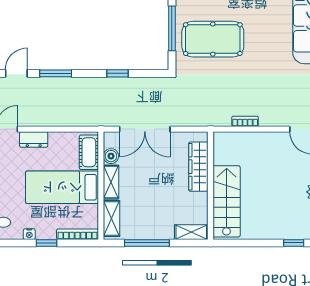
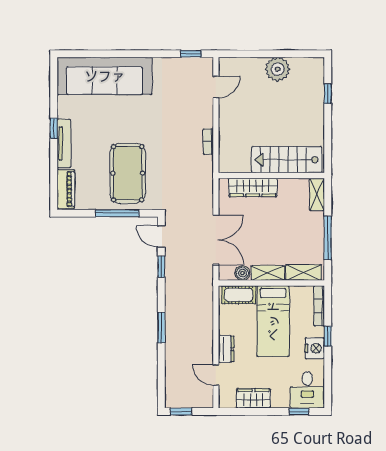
door: (16, 73) -> (161, 236), moved
nightstand: (29, 234) -> (315, 348), width x1.89, depth x1.79

